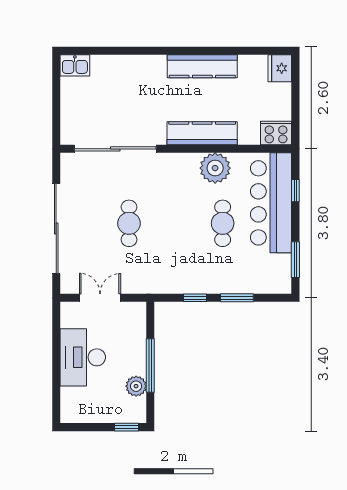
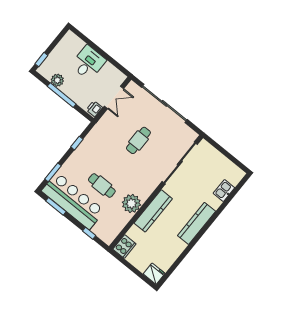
kitchen sink: (75, 65) -> (224, 191), moved
kitchen counter: (202, 66) -> (196, 223), moved
bar counter: (271, 203) -> (73, 201), moved
cafe table: (129, 223) -> (138, 140), turned 90
window: (237, 298) -> (53, 172), moved
printer: (134, 311) -> (94, 109), added
desk: (83, 357) -> (88, 63), width x0.73

